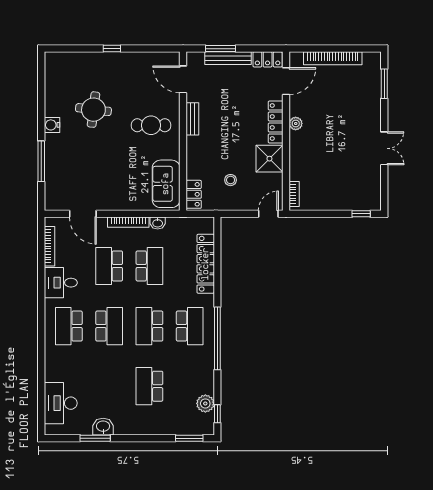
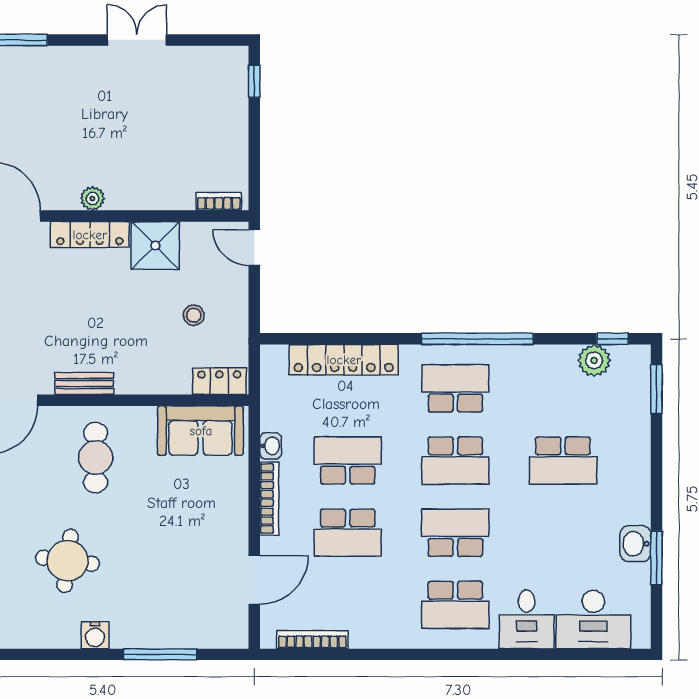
desk: (61, 283) -> (527, 619), moved

